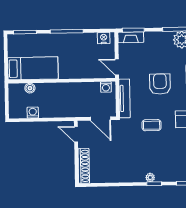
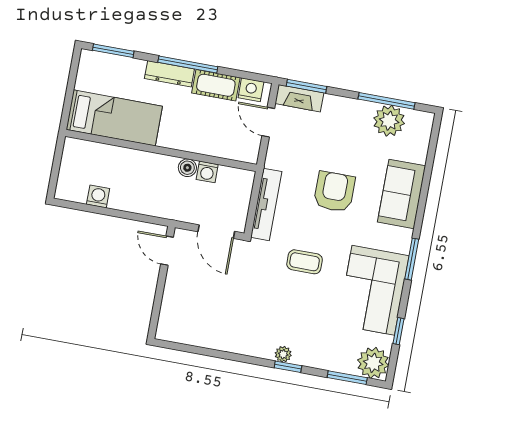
dresser: (58, 38) -> (169, 74), added
cot: (84, 39) -> (216, 85), added
door: (117, 67) -> (268, 122), moved
washing machine: (106, 87) -> (207, 172), moved
boiler: (30, 88) -> (187, 168), moved
shoe rack: (84, 166) -> (169, 310), removed

